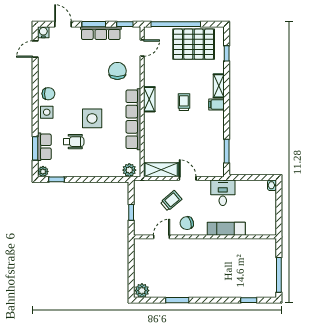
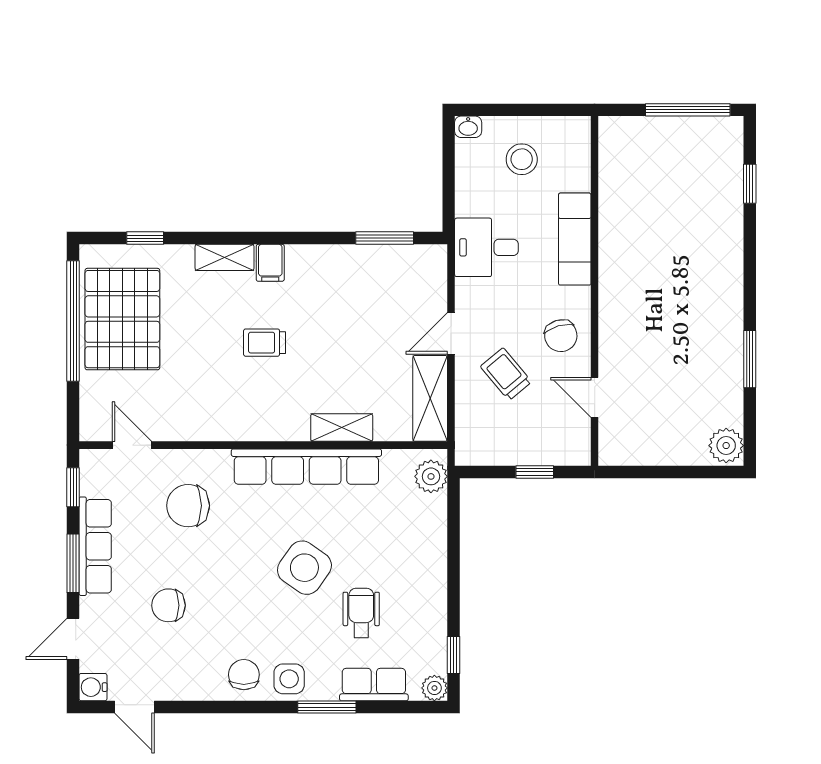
window: (176, 24) -> (73, 321), moved
chair: (77, 63) -> (168, 605), added
shelving: (149, 99) -> (342, 428), moved
side table: (92, 118) -> (304, 568), turned 35
window: (35, 148) -> (327, 707), moved
stool: (259, 207) -> (522, 159), added

